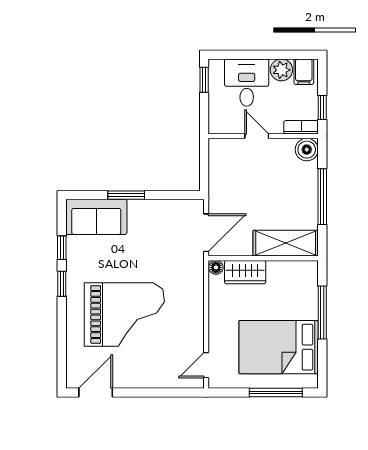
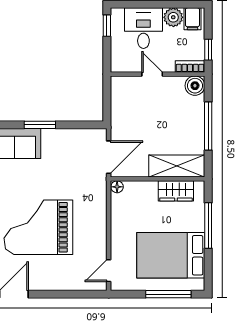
wardrobe: (245, 272) -> (176, 191), moved
grand piano: (124, 314) -> (38, 227), turned 180

